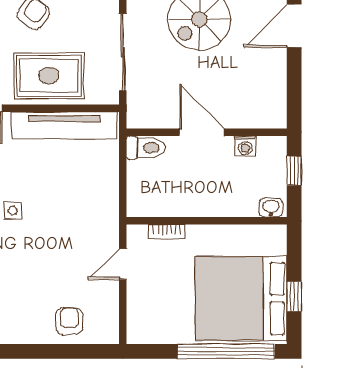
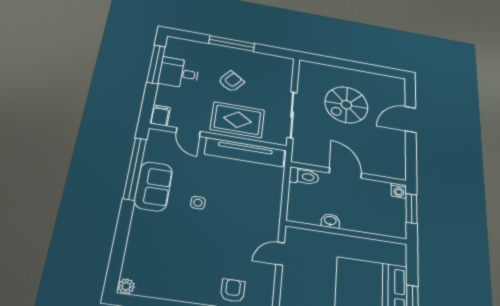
washing machine: (245, 146) -> (399, 191), moved
window: (294, 171) -> (411, 209), width x1.50
washbasin: (271, 208) -> (330, 221), moved
bookcase: (167, 232) -> (316, 236), removed

